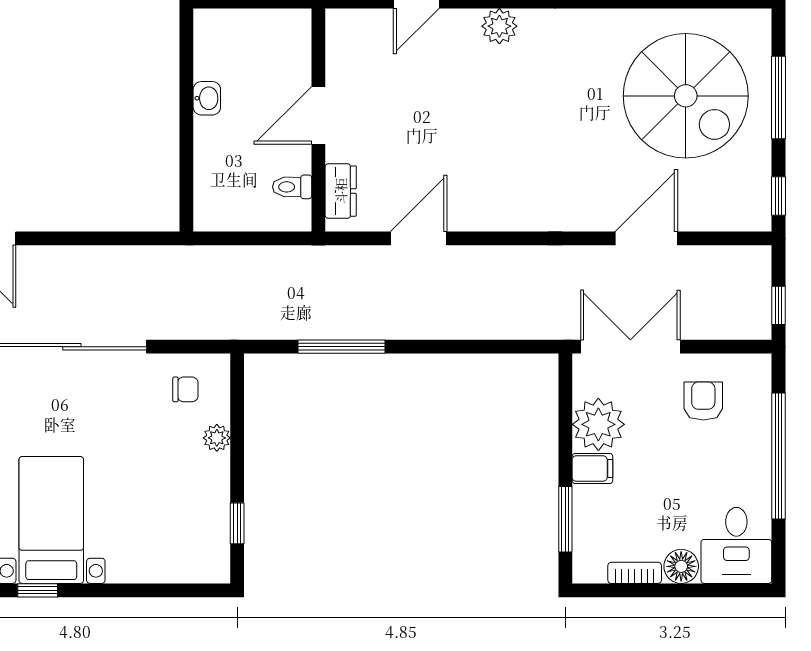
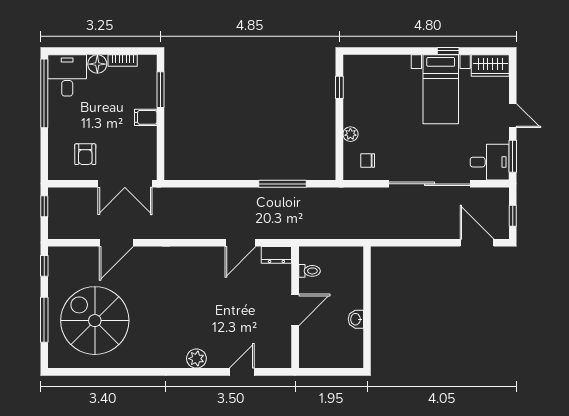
dresser: (341, 191) -> (276, 255), moved, turned -90
plant: (598, 424) -> (142, 141), removed
window: (779, 456) -> (44, 93), moved

